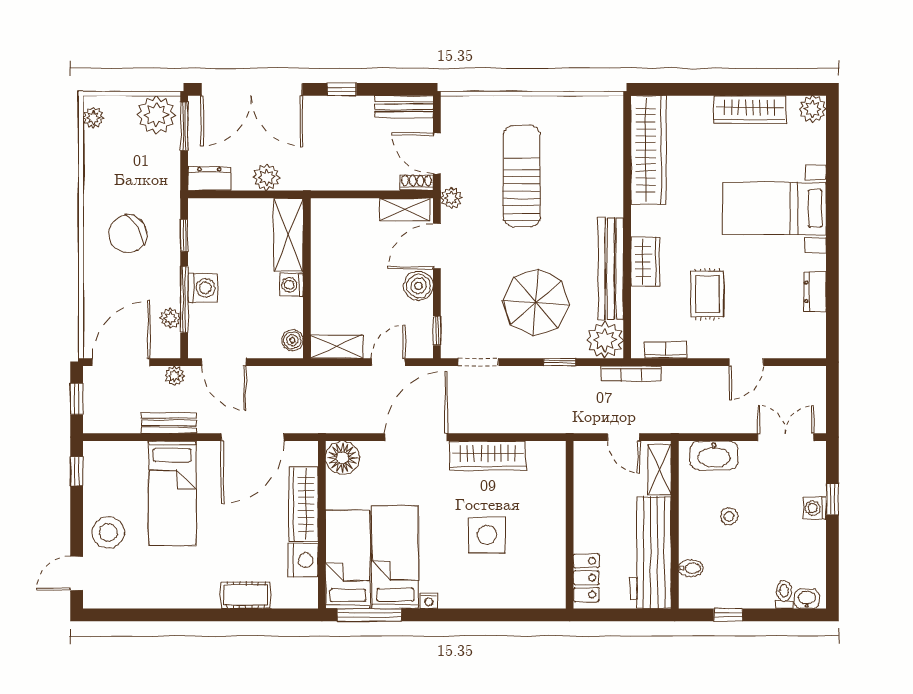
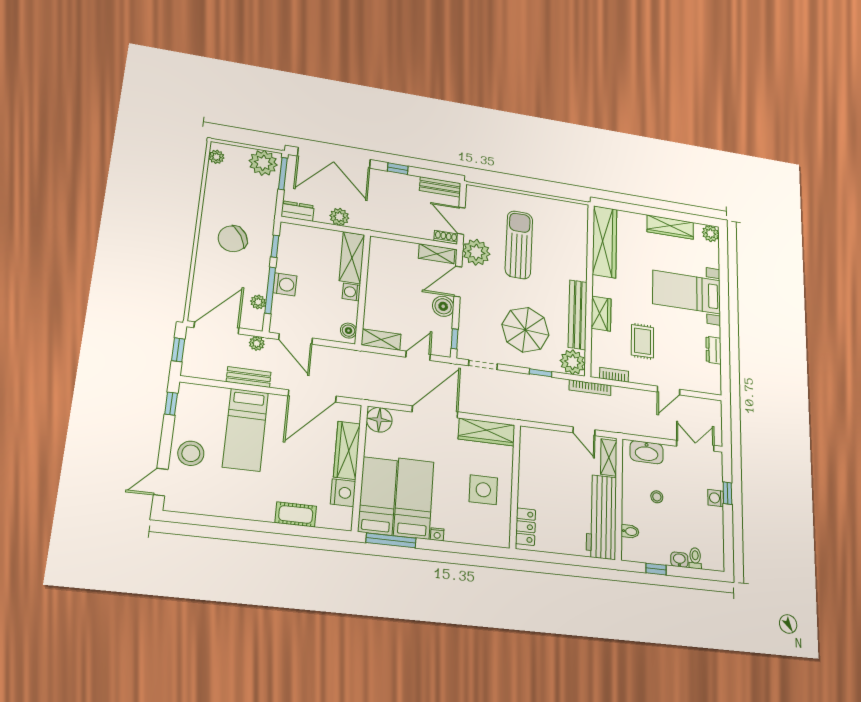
plant: (451, 198) -> (476, 252), width x1.88, depth x1.88
wall: (570, 525) -> (515, 486), moved
locker: (586, 578) -> (526, 527), moved
washbasin: (807, 599) -> (679, 560), moved

